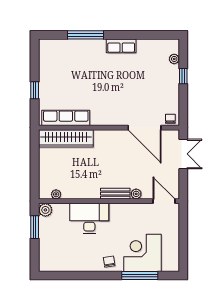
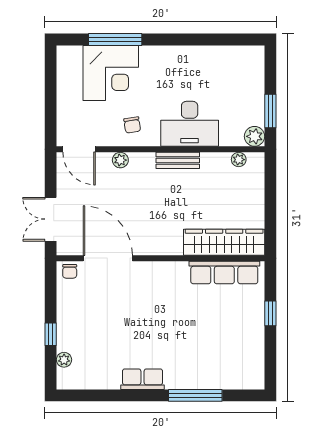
bench: (115, 194) -> (178, 160), moved
chair: (109, 262) -> (132, 125), moved

